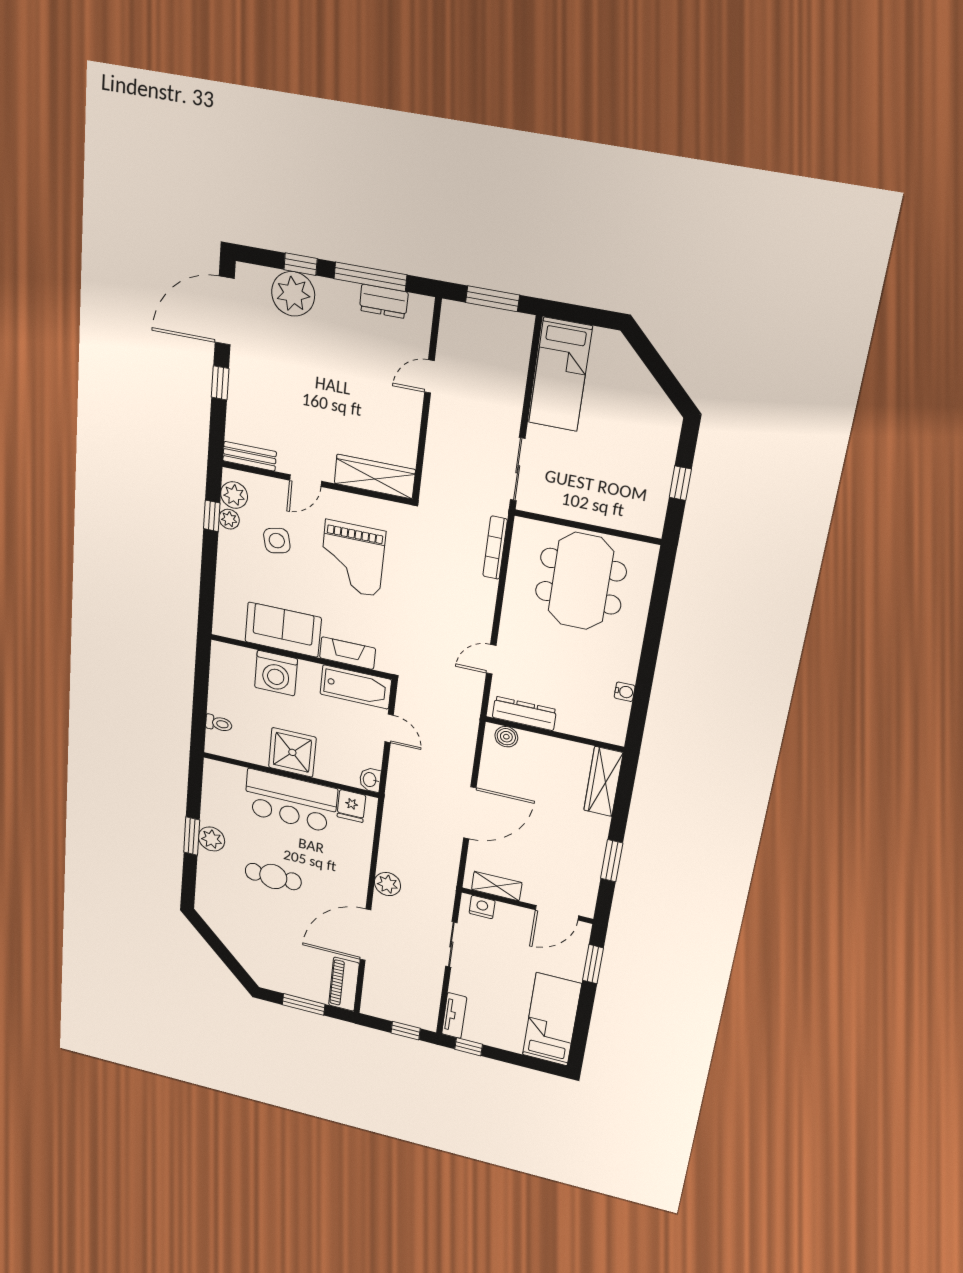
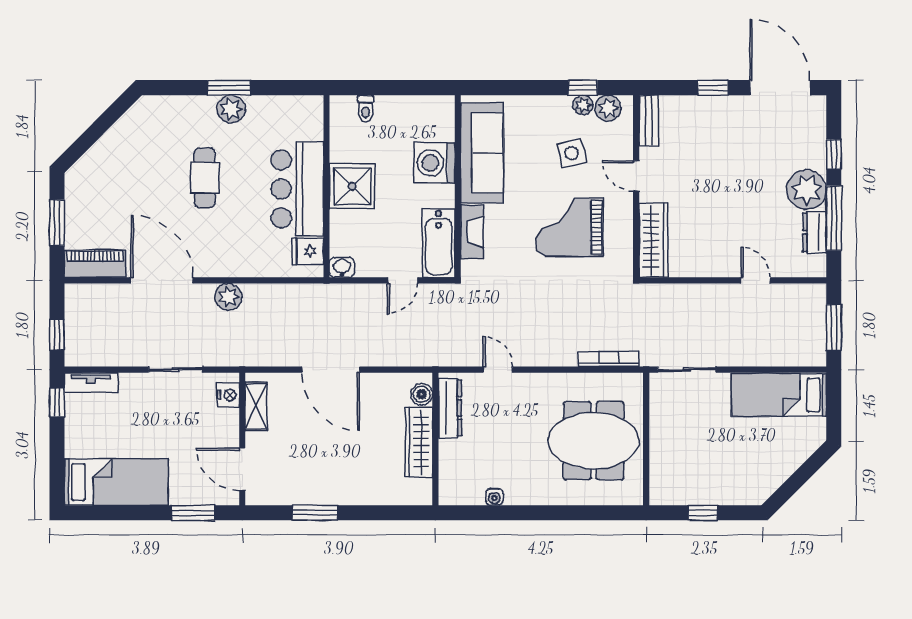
plant: (293, 294) -> (807, 189), moved
sofa: (283, 630) -> (482, 153), width x1.36
wardrobe: (603, 782) -> (419, 442), moved, turned -90

